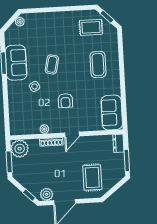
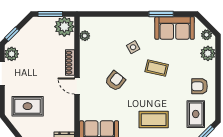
plant: (36, 20) -> (208, 53), added
armchair: (66, 25) -> (200, 86), added
sofa: (16, 63) -> (175, 28), moved
armchair: (65, 101) -> (115, 81), turned 128
plant: (44, 129) -> (85, 36), moved

